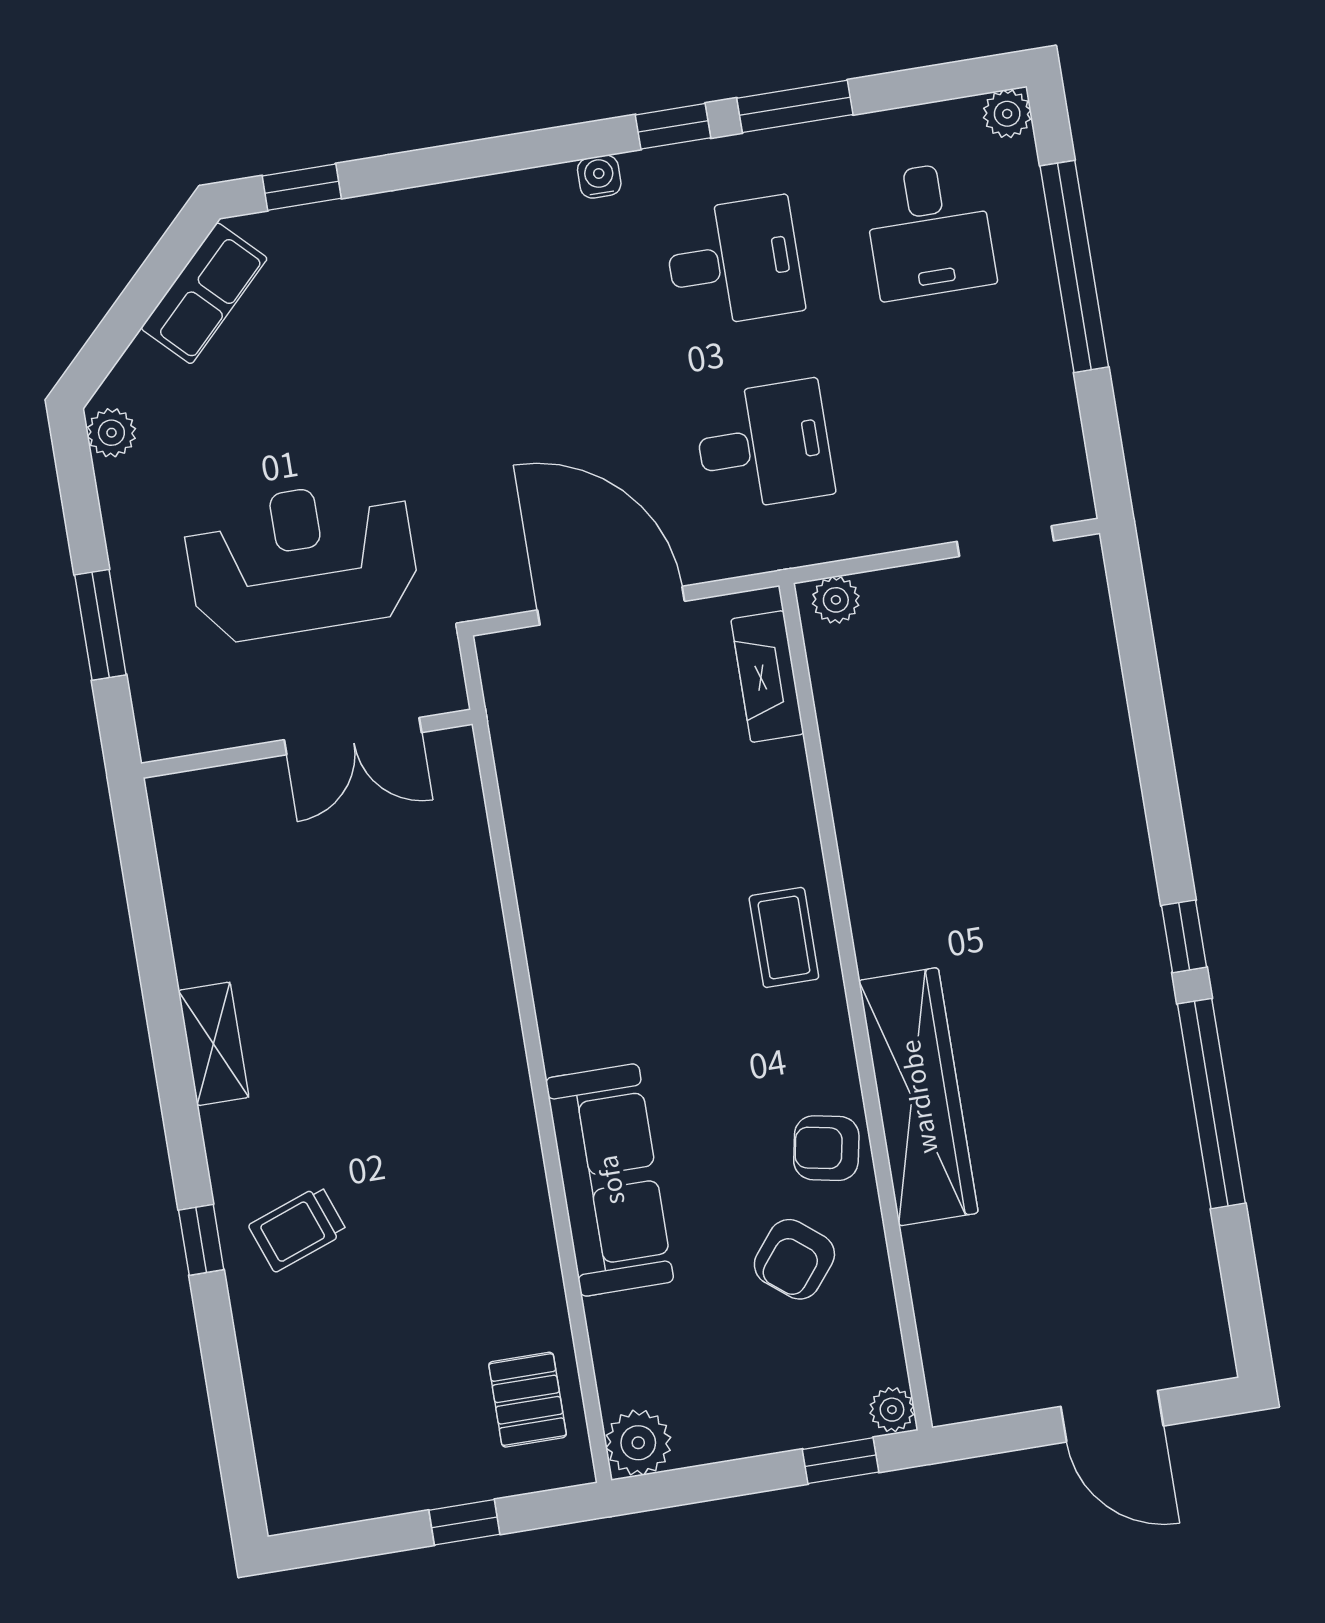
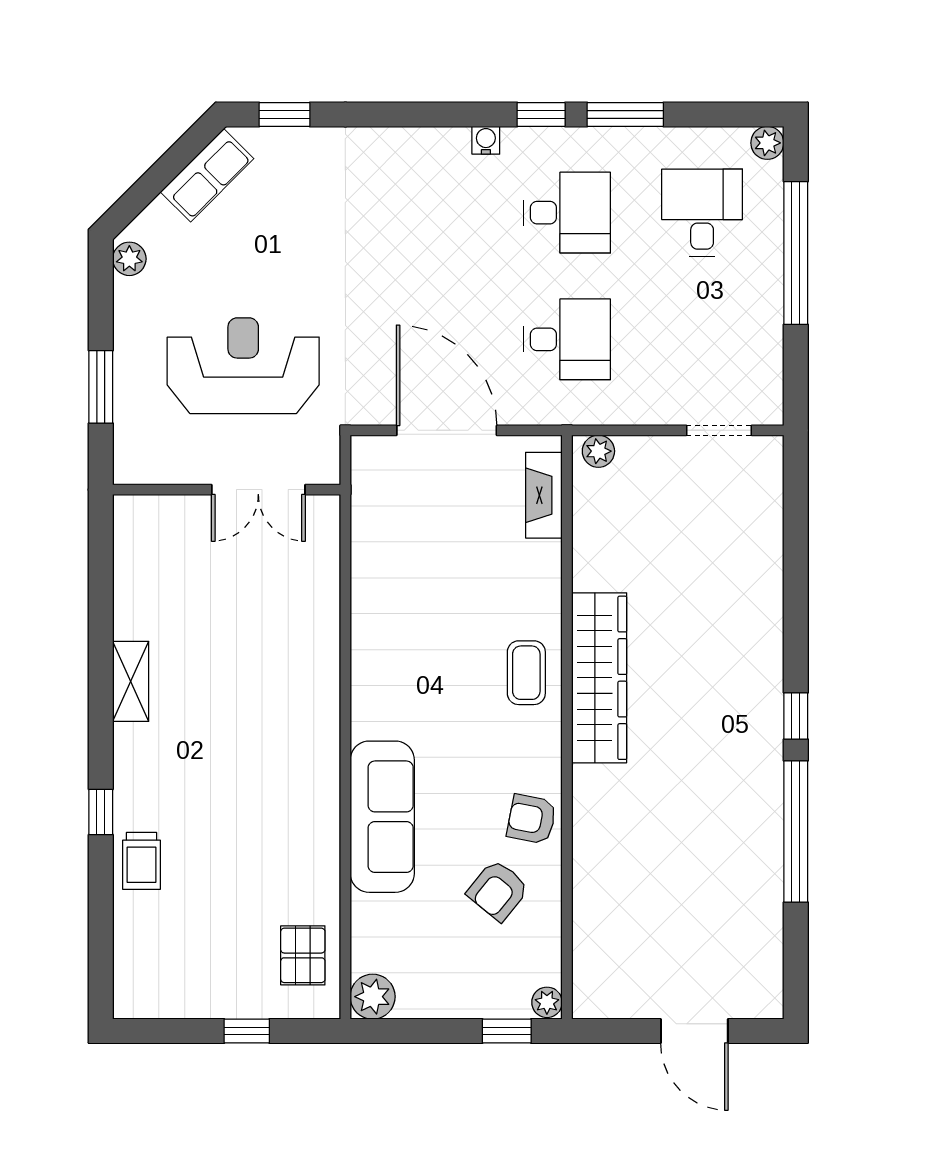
desk: (929, 230) -> (702, 213), turned 180
wardrobe: (918, 1097) -> (599, 678), moved
trolley: (298, 1229) -> (141, 861), moved, turned -70

